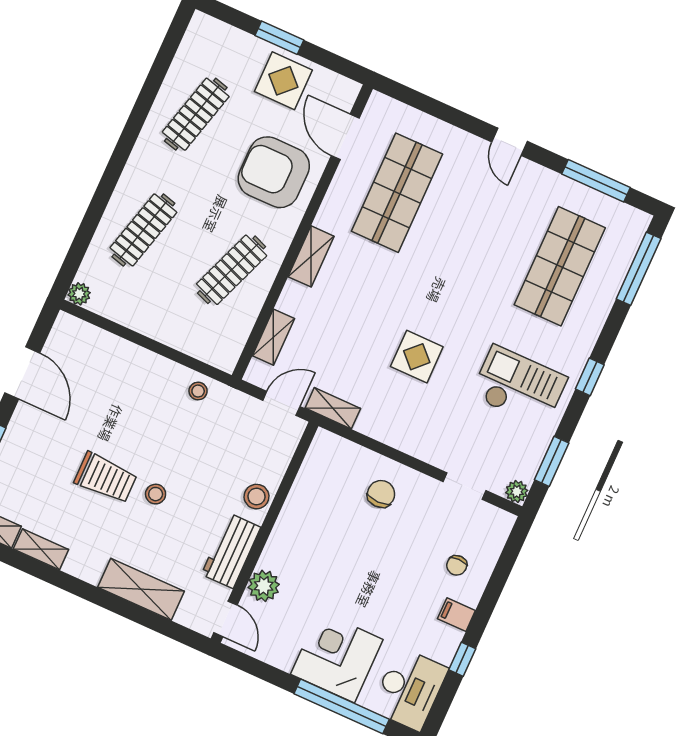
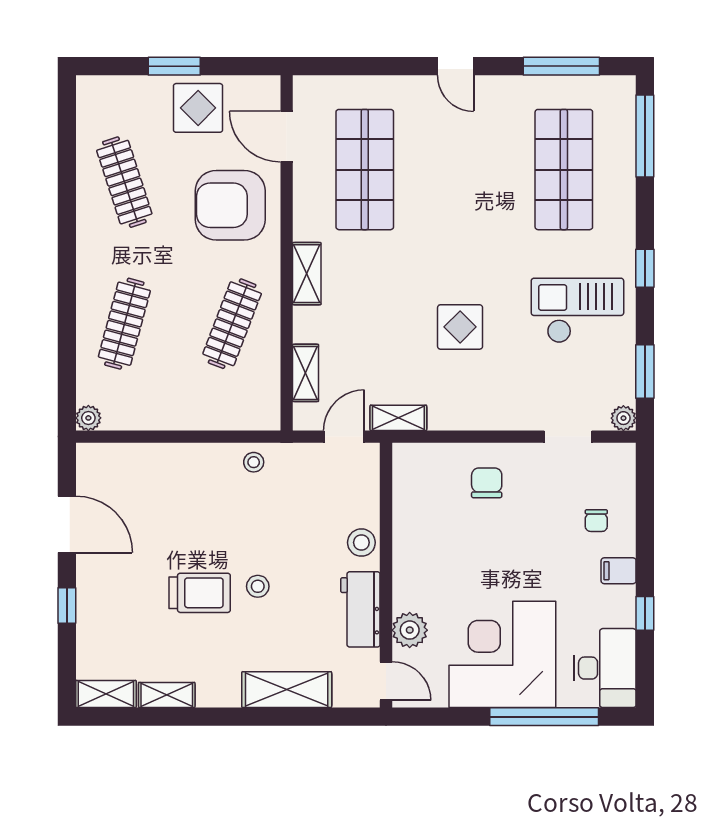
clothes rail: (196, 114) -> (124, 182), turned -33
corner desk: (337, 657) -> (502, 654), width x1.36, depth x1.36

